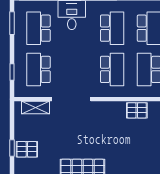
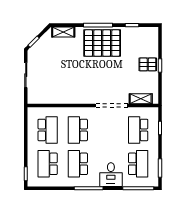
school desk: (39, 69) -> (138, 130), turned 180
pallet: (137, 110) -> (58, 96), removed

